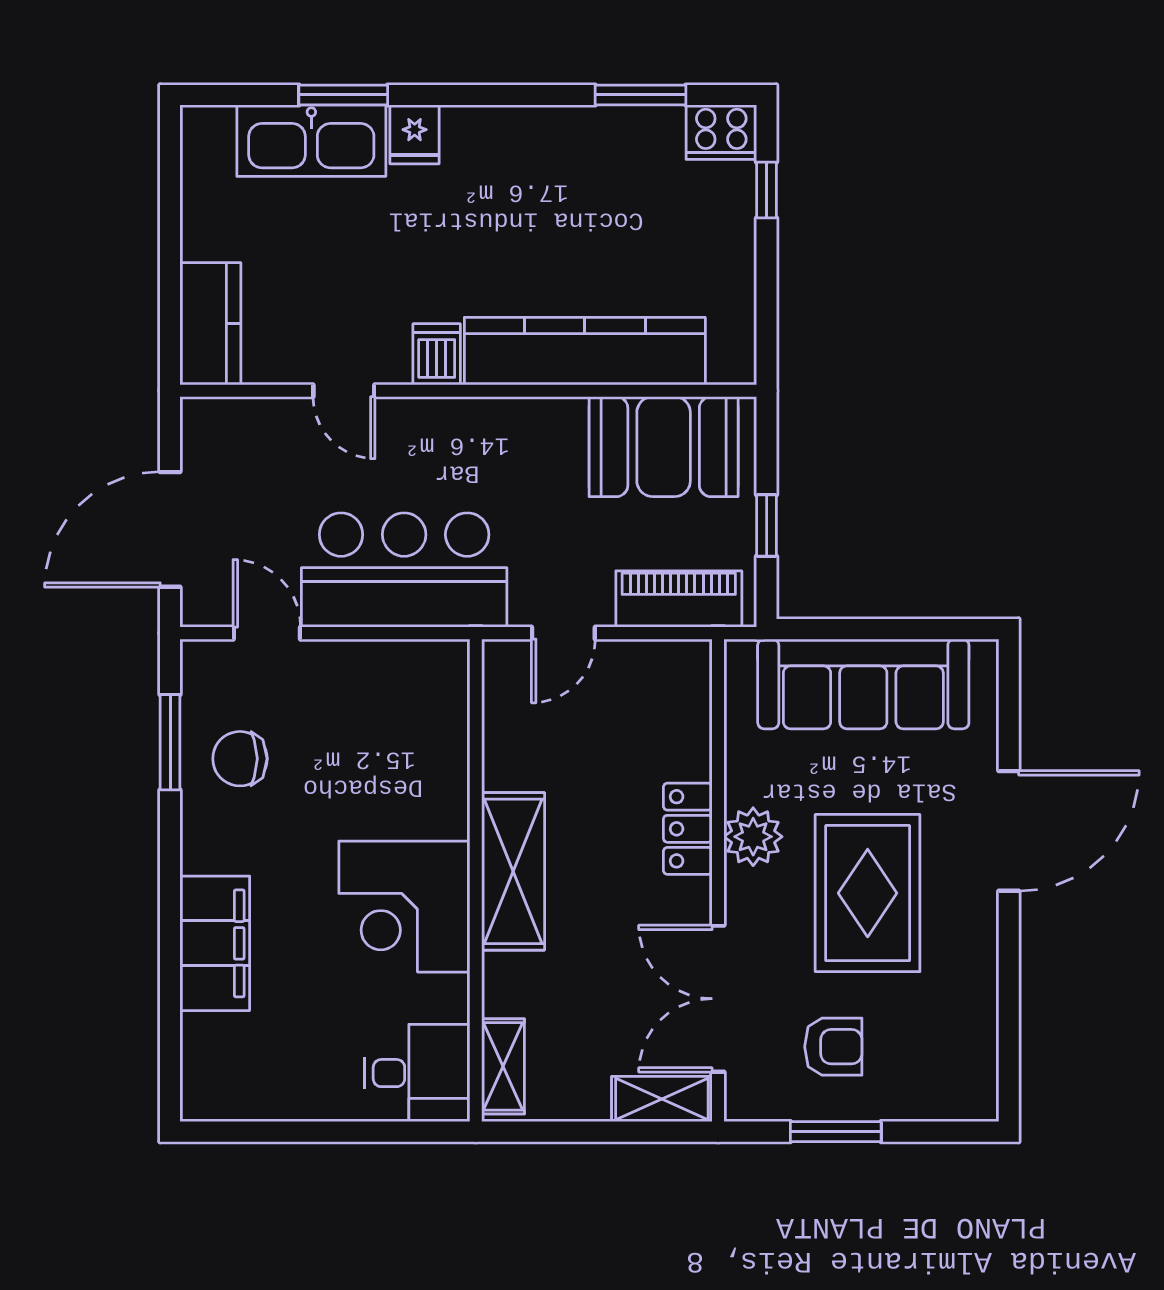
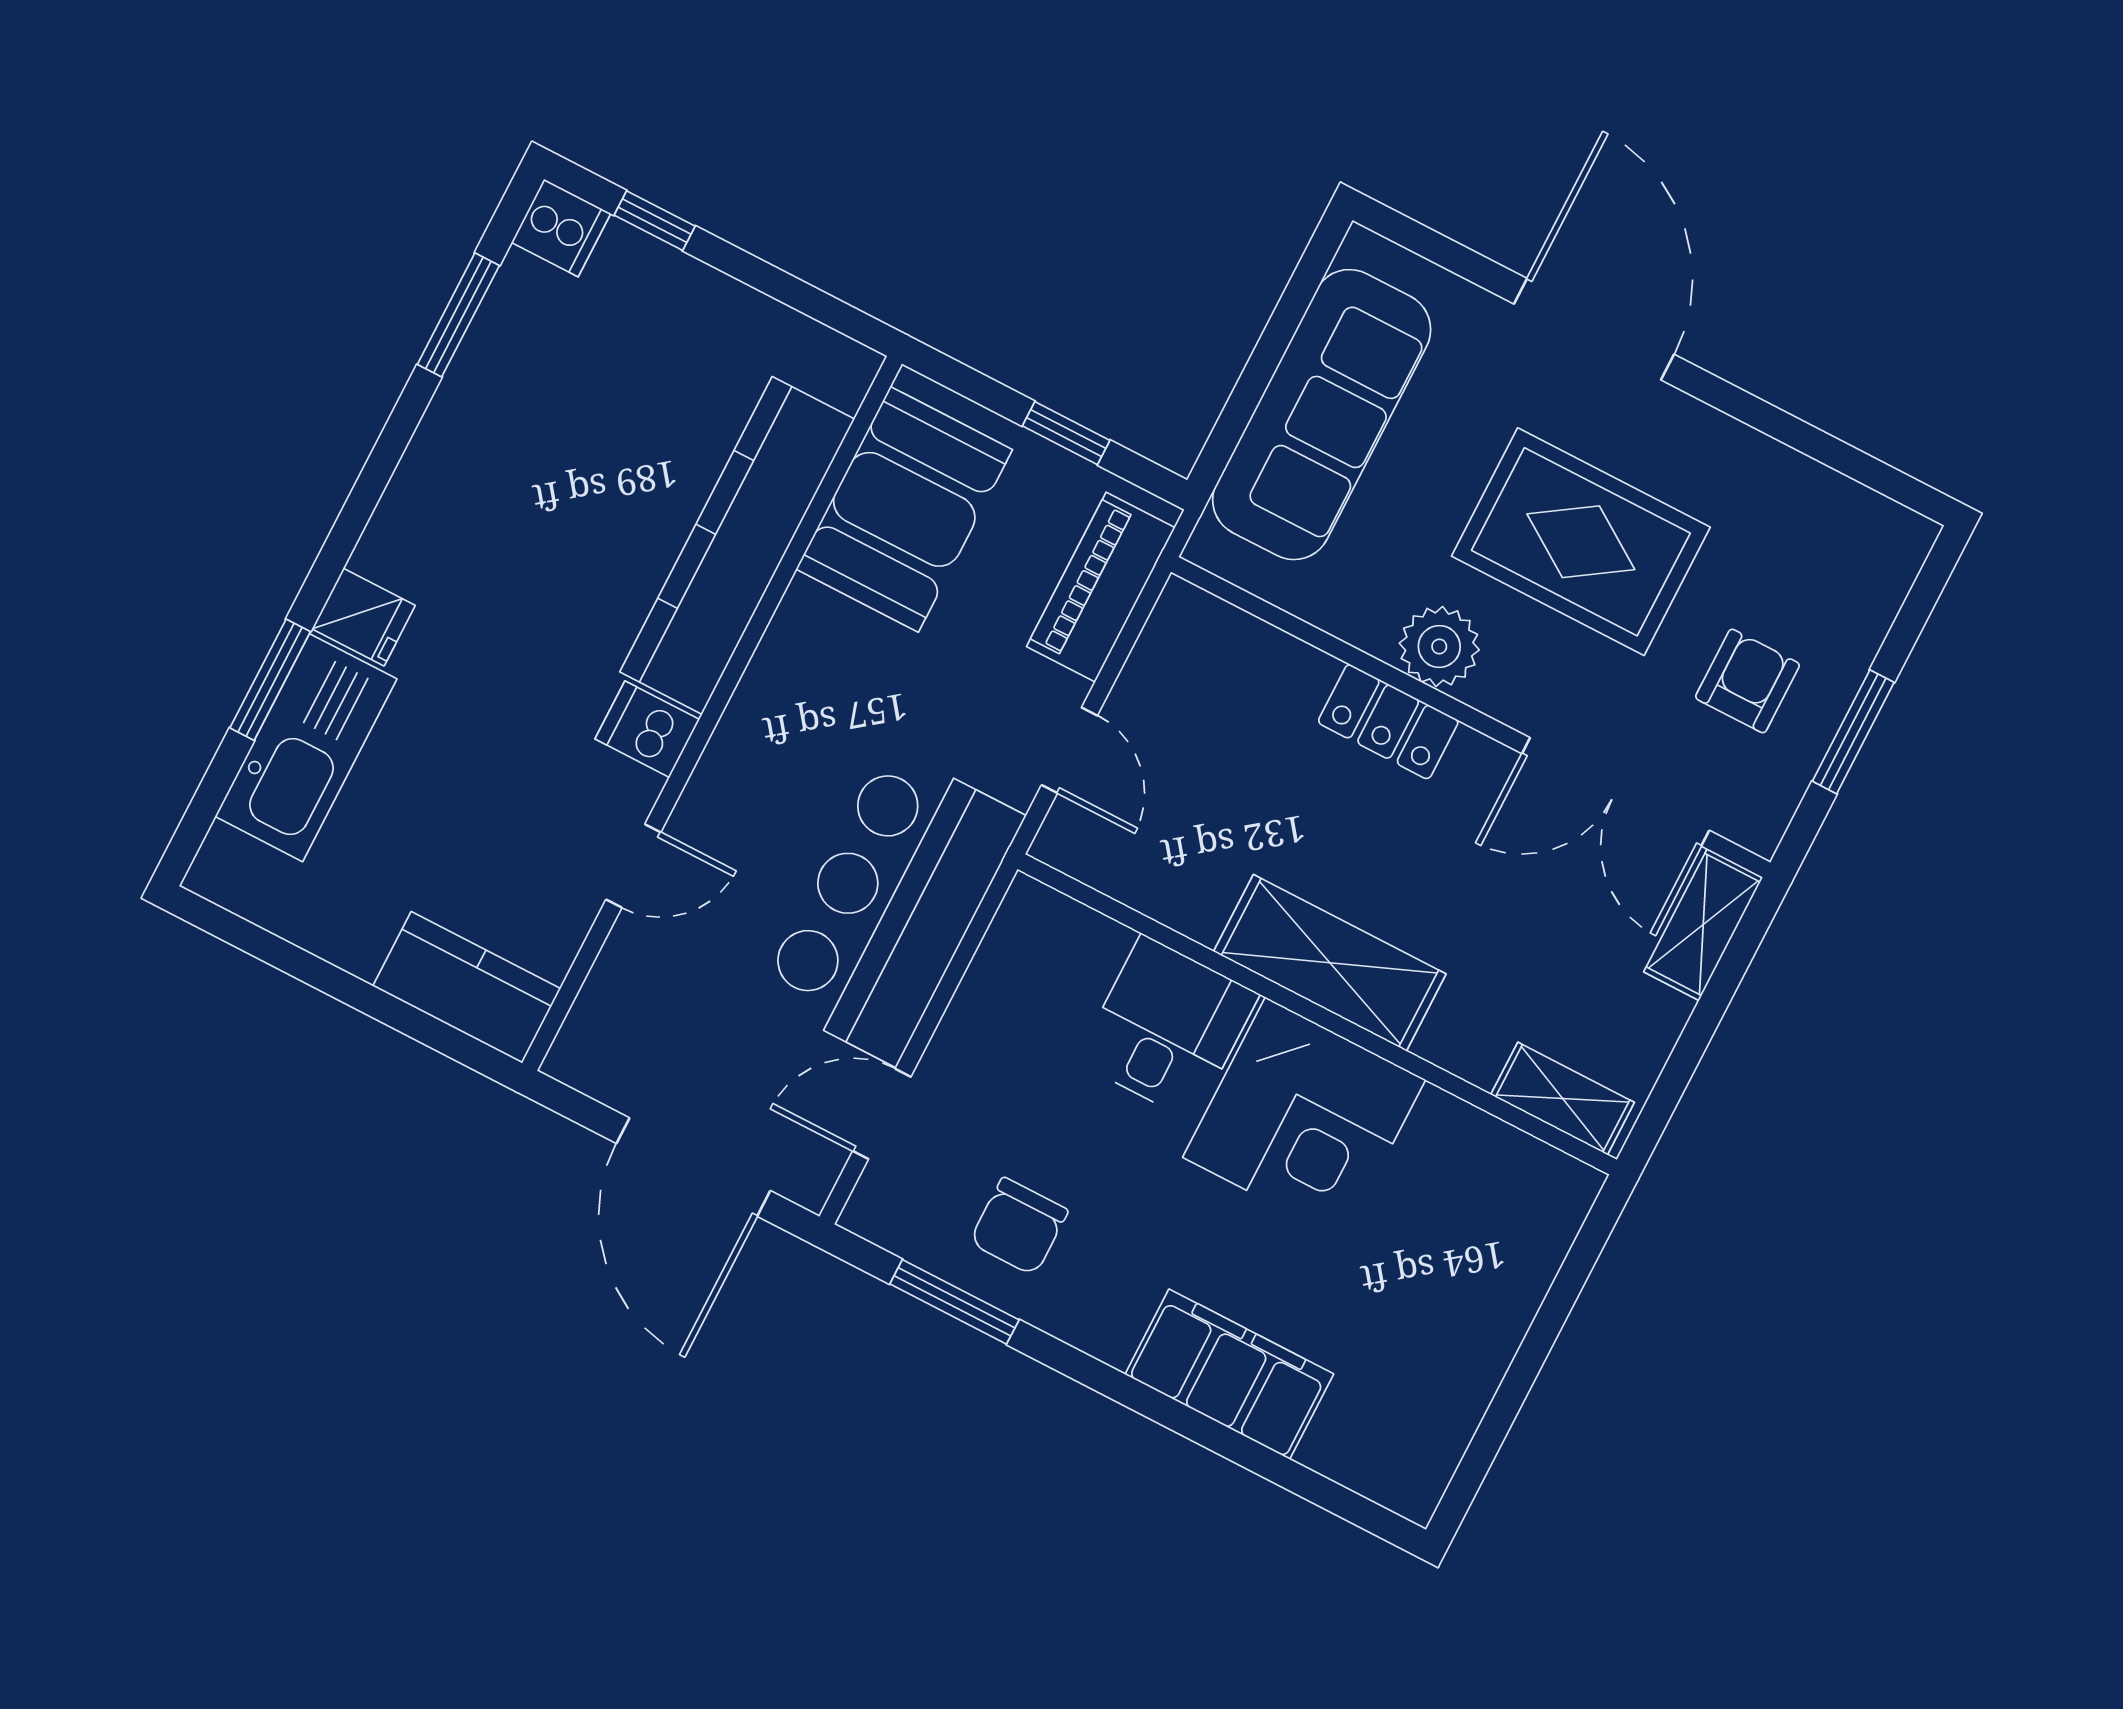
cooker: (721, 132) -> (561, 228), width x0.73
desk: (417, 1073) -> (1168, 1028), moved

